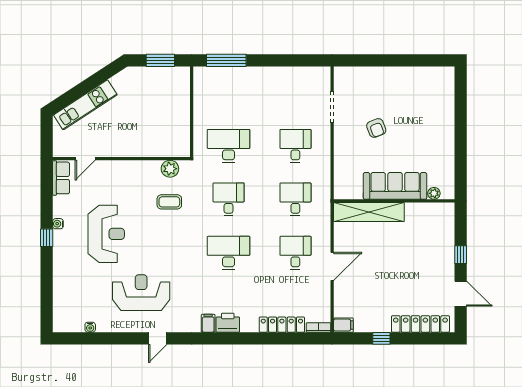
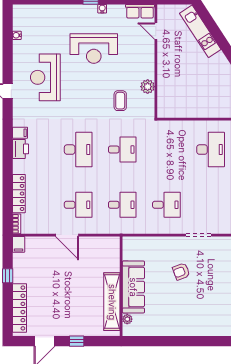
desk: (229, 146) -> (211, 150), moved
plant: (170, 169) -> (148, 87), moved
shelving: (369, 212) -> (112, 302), moved
reception desk: (141, 293) -> (45, 77), turned 180

